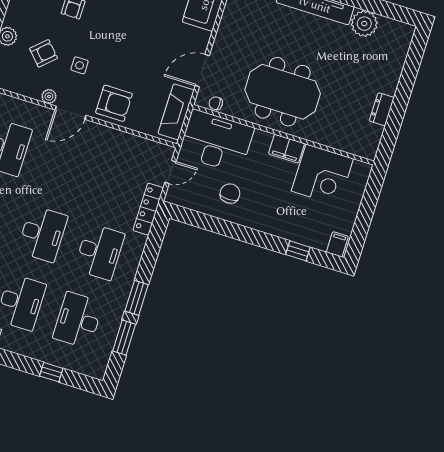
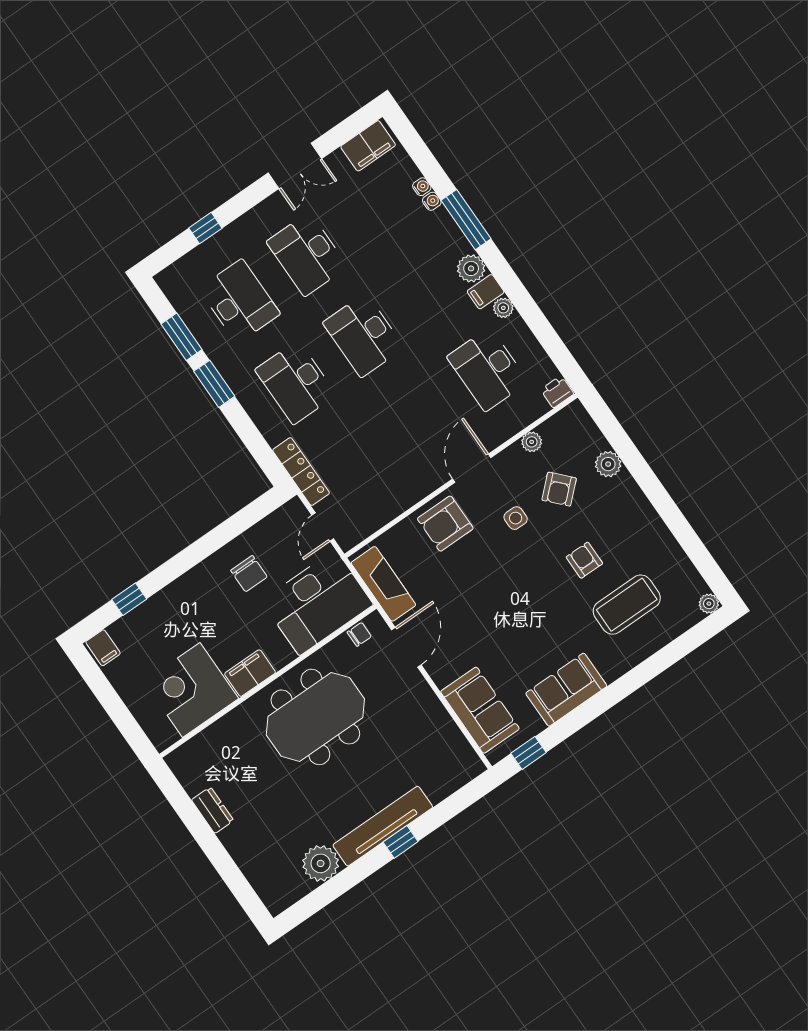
plant: (49, 96) -> (532, 442), moved

